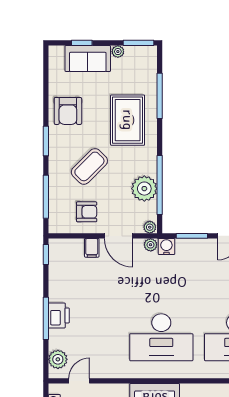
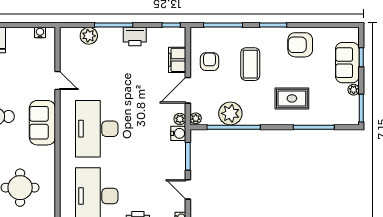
rug: (128, 120) -> (292, 98), width x0.73, depth x0.70
coffee table: (89, 166) -> (250, 64), turned 45
armchair: (87, 212) -> (209, 62), turned 180
filing cabinet: (92, 248) -> (177, 60), width x2.00
printer: (59, 315) -> (135, 37), moved
plant: (58, 359) -> (89, 36), moved
door: (79, 381) -> (57, 81), moved

